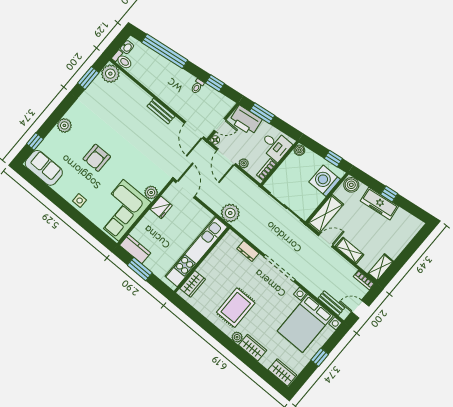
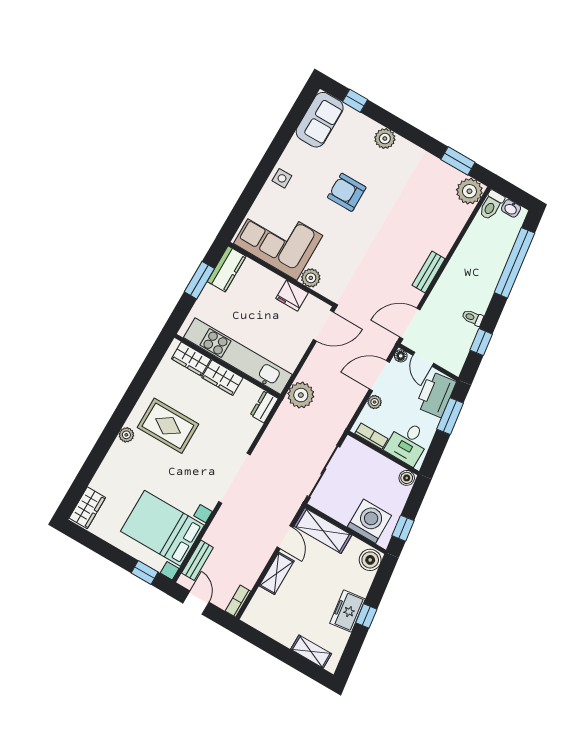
freezer: (379, 204) -> (348, 611), width x0.71
dresser: (248, 251) -> (264, 407), moved
shelving: (381, 267) -> (311, 652), moved
wardrobe: (253, 348) -> (222, 378), moved, turned 90
window: (320, 357) -> (145, 573), moved

